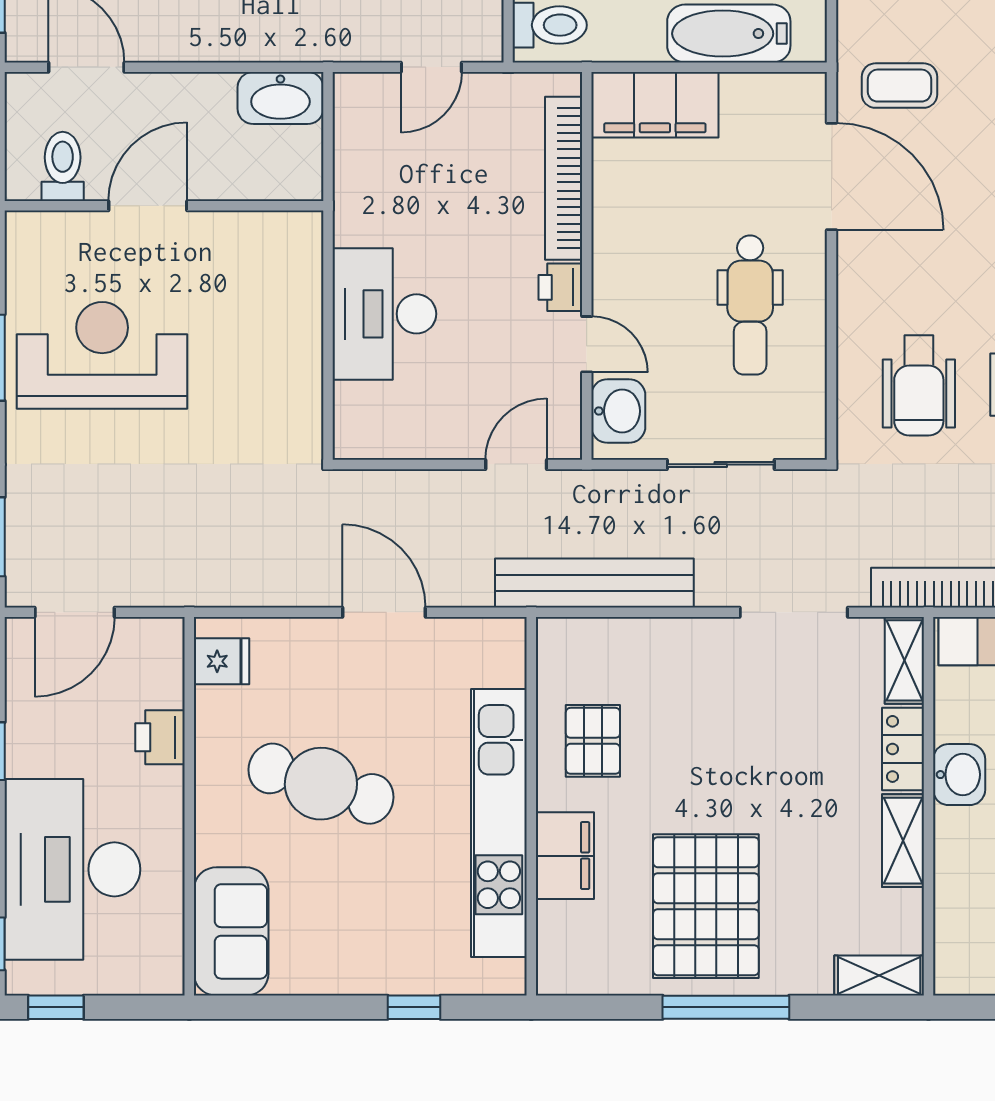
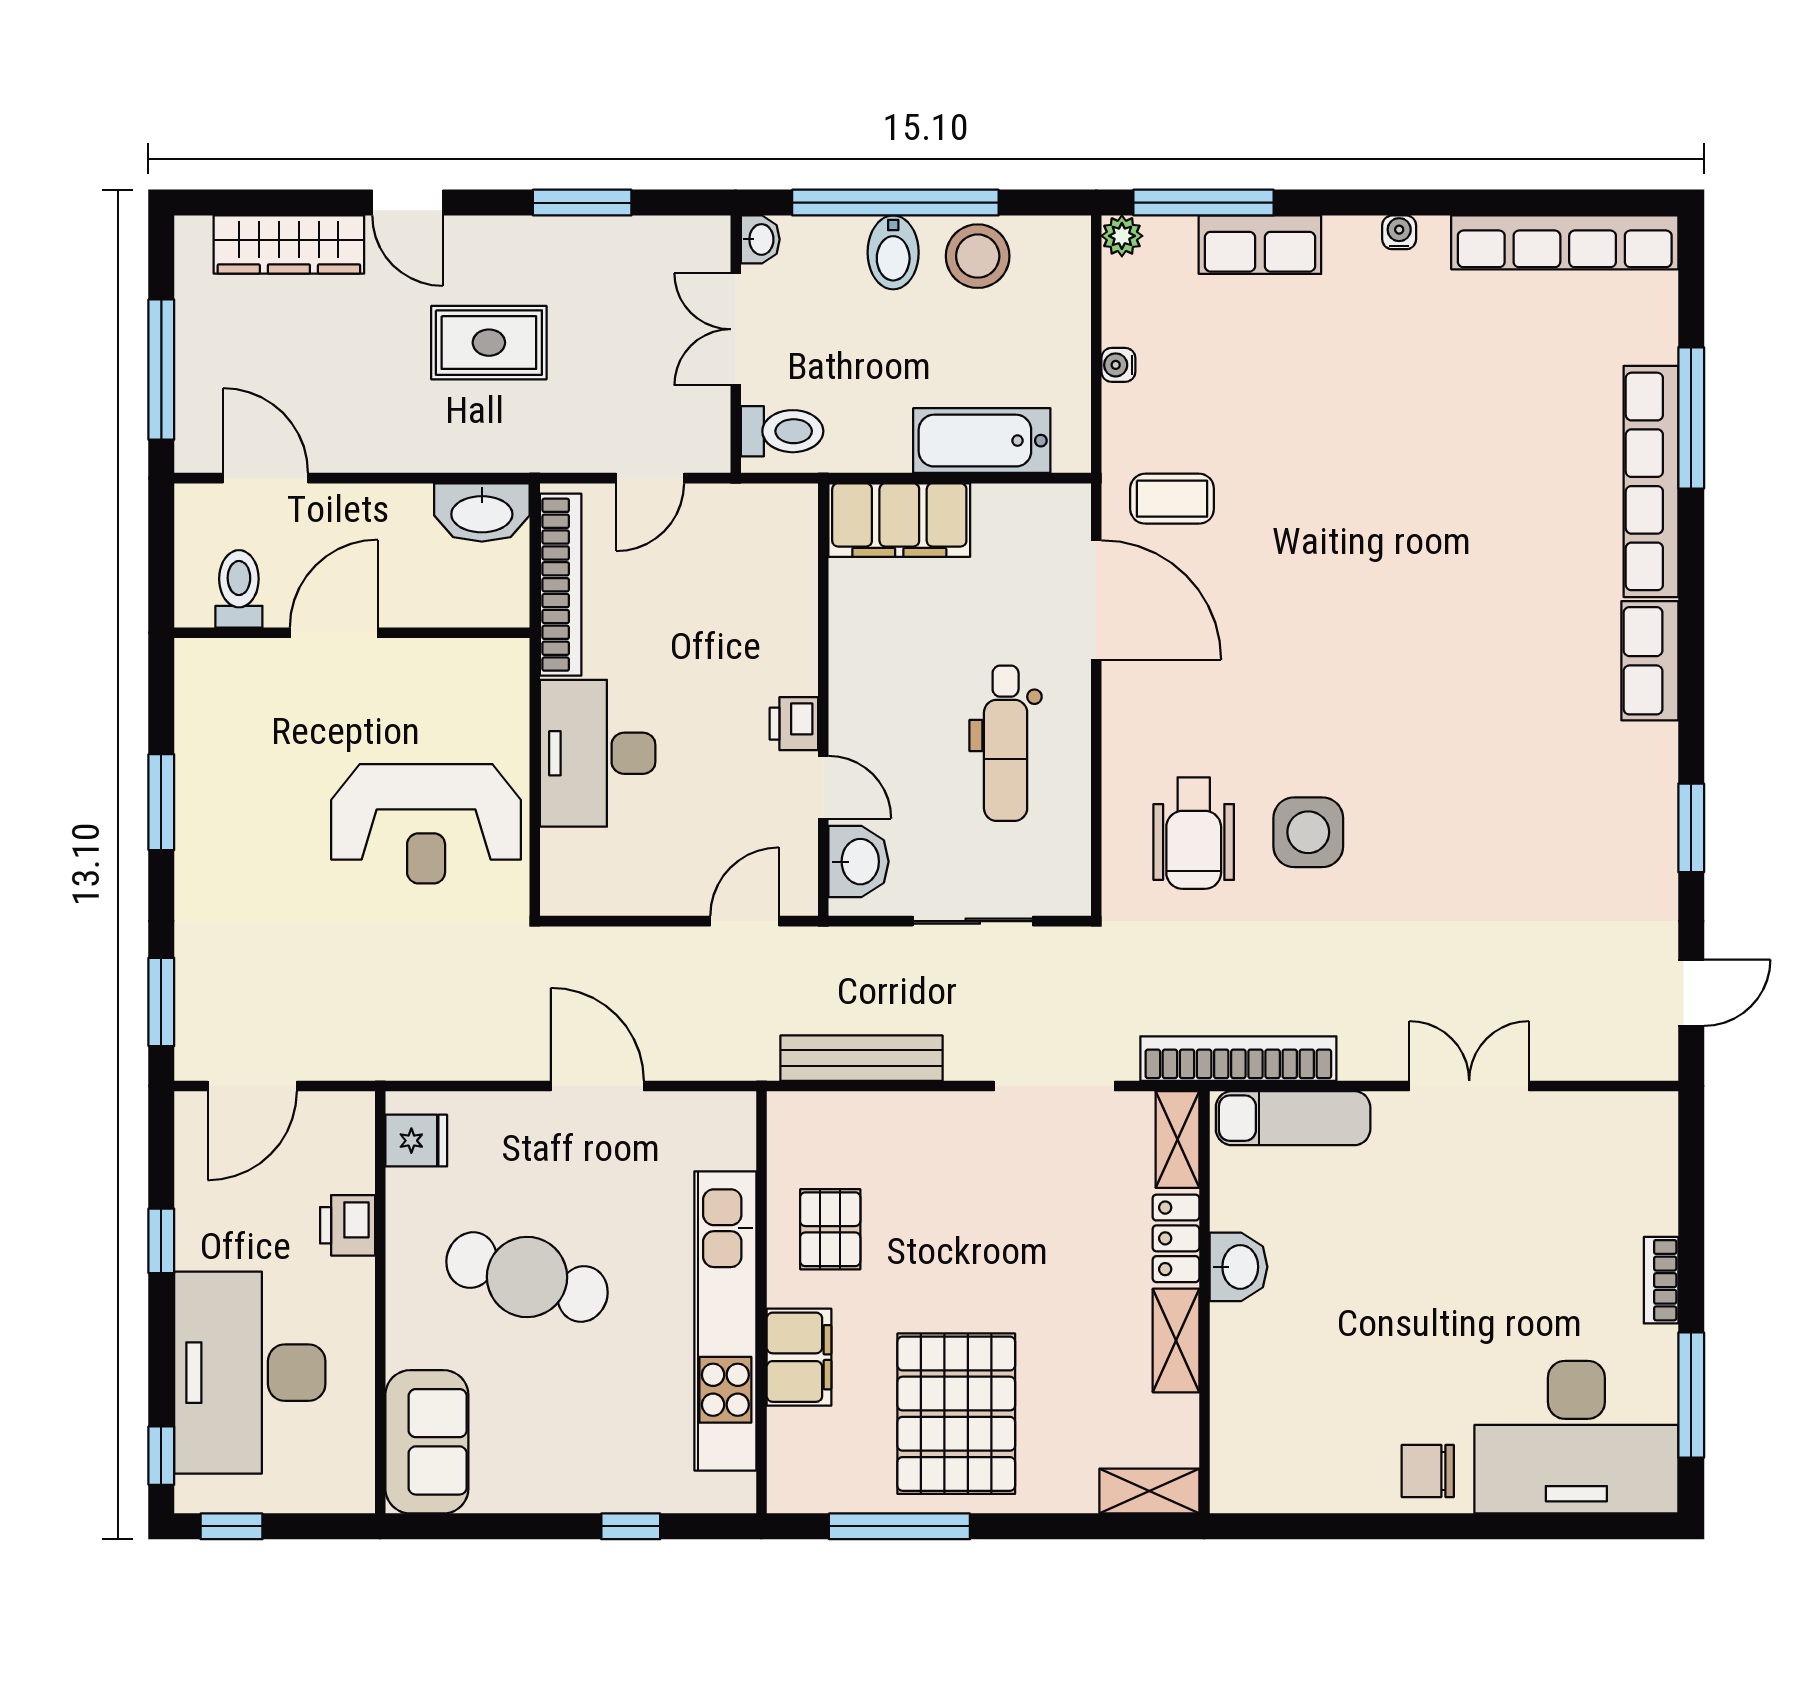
bookcase: (564, 178) -> (561, 585), moved, turned 180
reception desk: (102, 355) -> (426, 824), moved, turned 180
bench: (594, 583) -> (862, 1058), width x0.73, depth x0.82
window: (726, 1007) -> (899, 1526), moved

